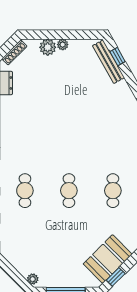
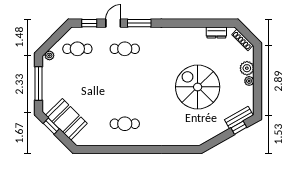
bench: (108, 62) -> (239, 117), width x0.73
spiral stairs: (70, 105) -> (198, 87), added
cafe table: (69, 191) -> (77, 49), moved

